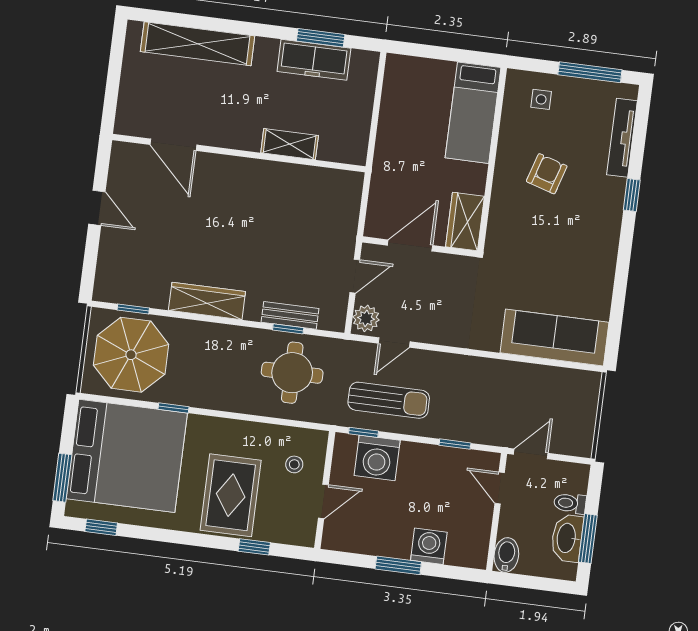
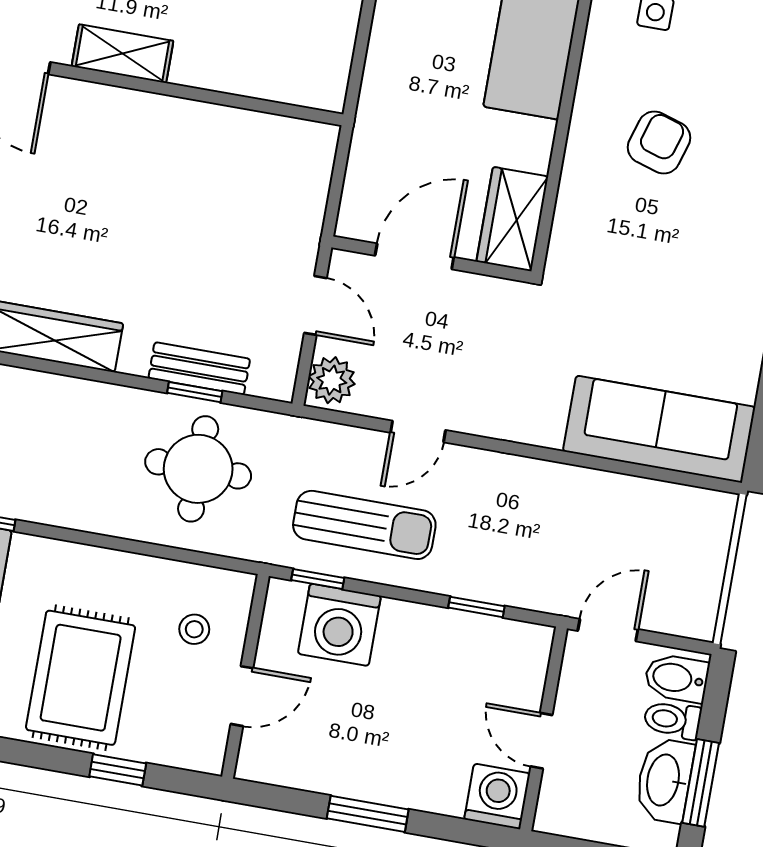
shelving: (290, 144) -> (122, 54), moved
door: (355, 276) -> (315, 305), hinge flipped
door: (394, 342) -> (418, 431), moved
door: (500, 488) -> (541, 741), moved
washing machine: (429, 546) -> (497, 796), moved
bidet: (506, 555) -> (677, 678), moved, turned -90

